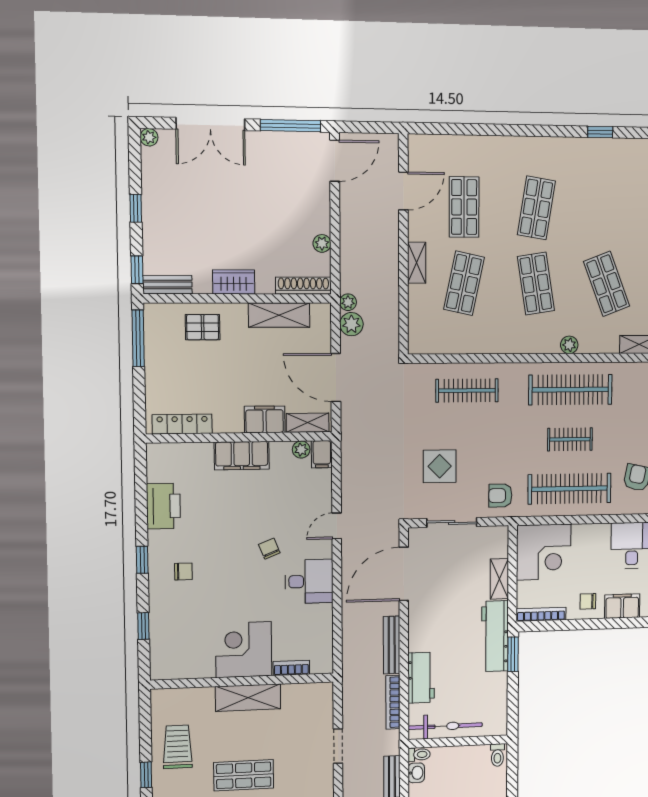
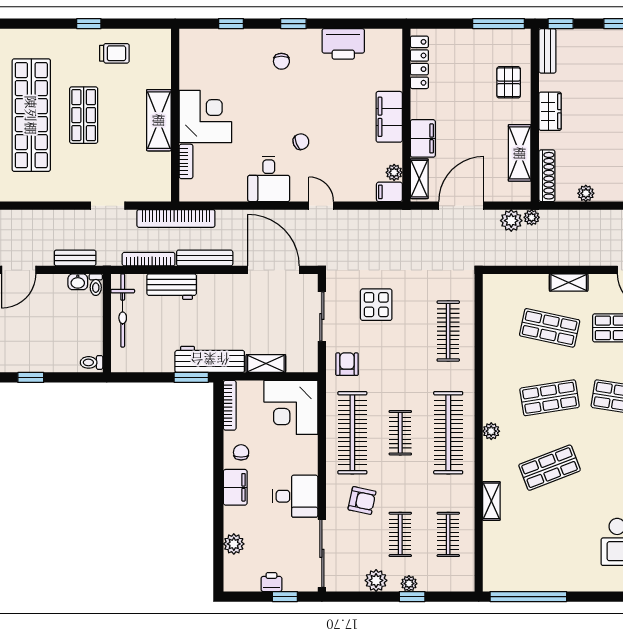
bookcase: (351, 676) -> (176, 218), added
trolley: (178, 747) -> (114, 53), width x0.73, depth x0.72

